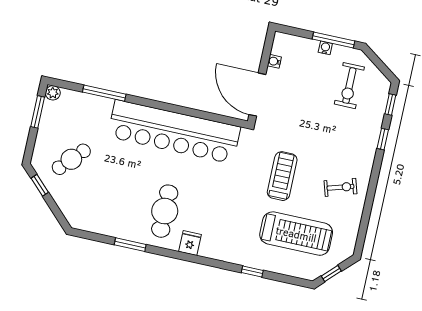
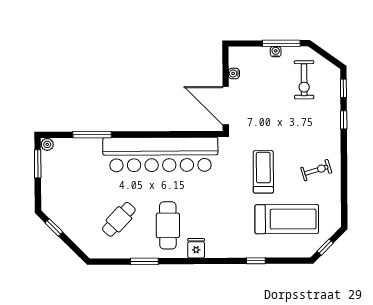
cafe table: (71, 159) -> (119, 219), moved

